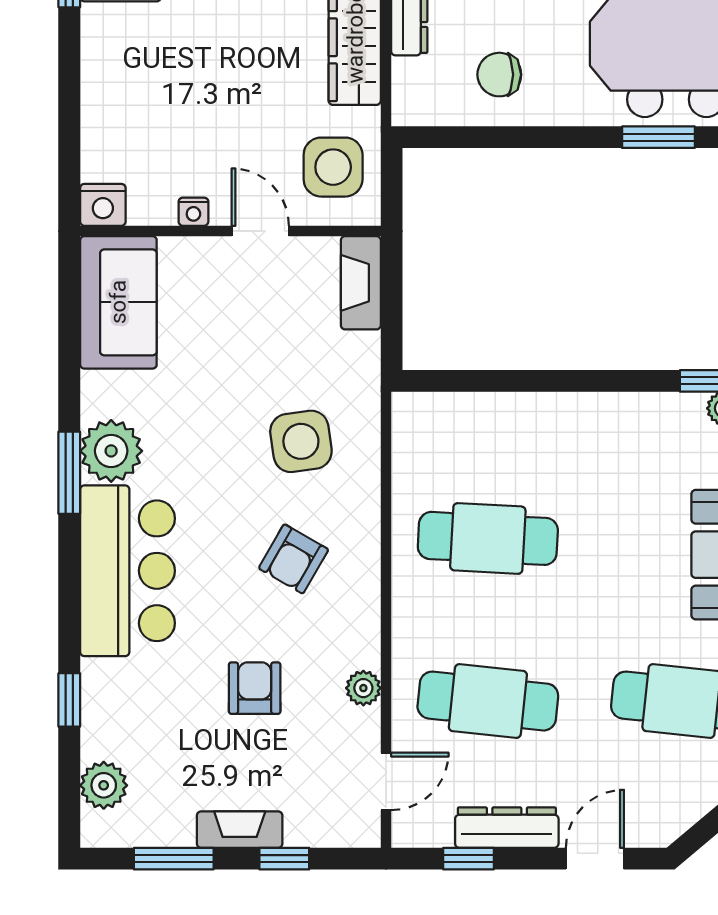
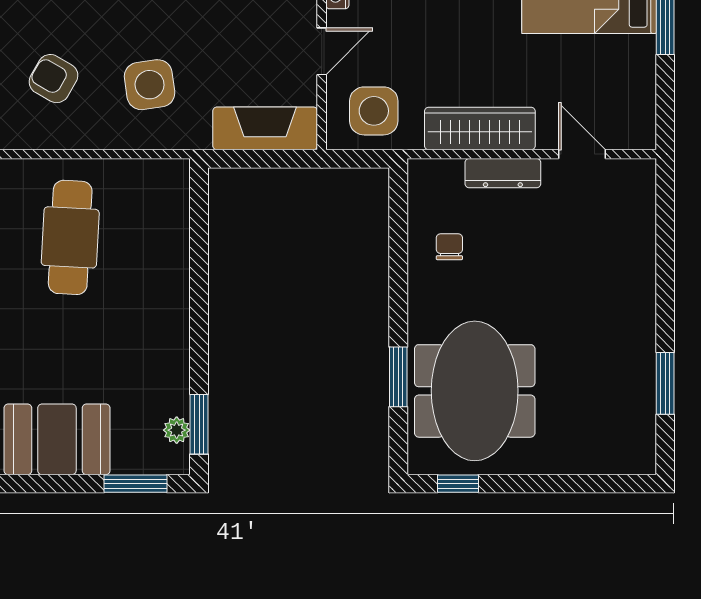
chair: (499, 75) -> (449, 247), width x0.73, depth x0.73
fireplace: (361, 283) -> (265, 128), width x1.37, depth x1.32

